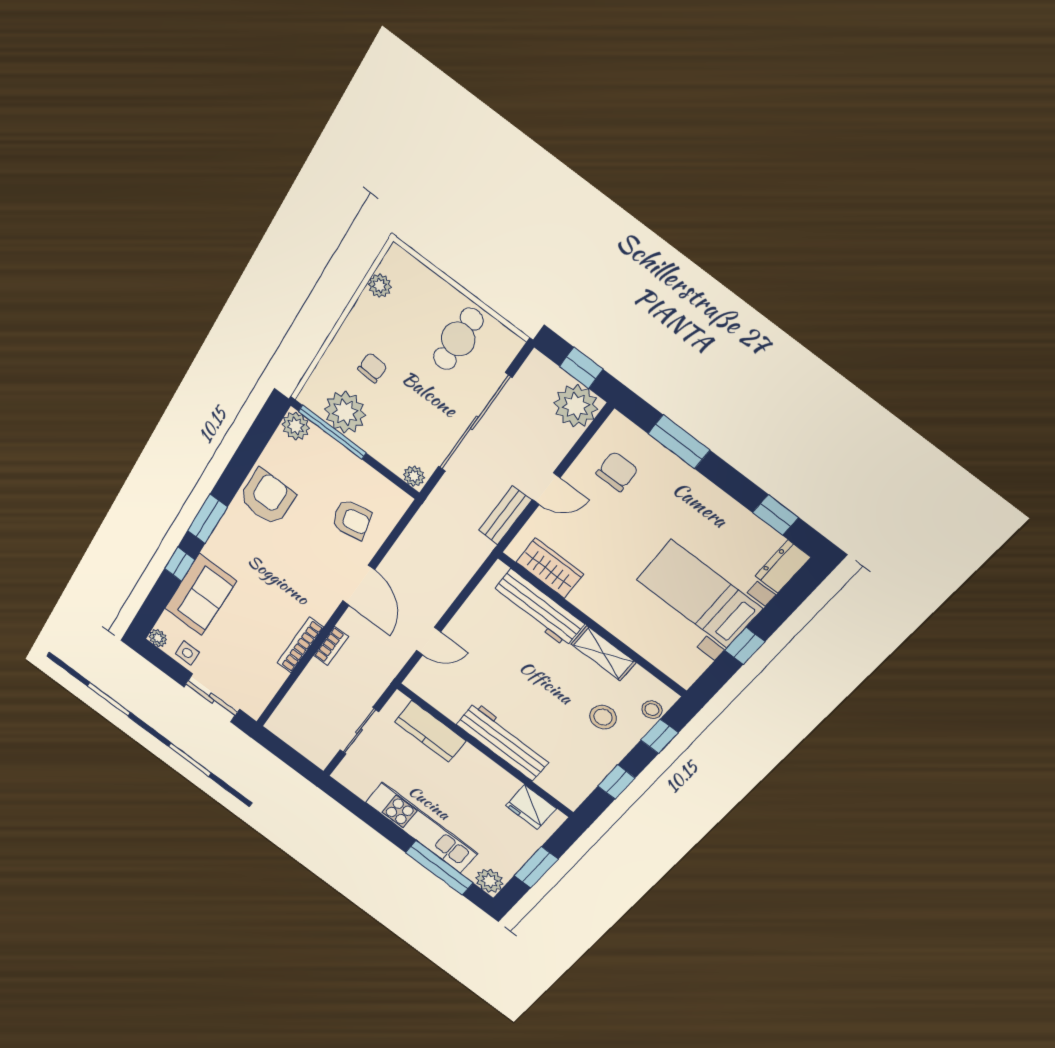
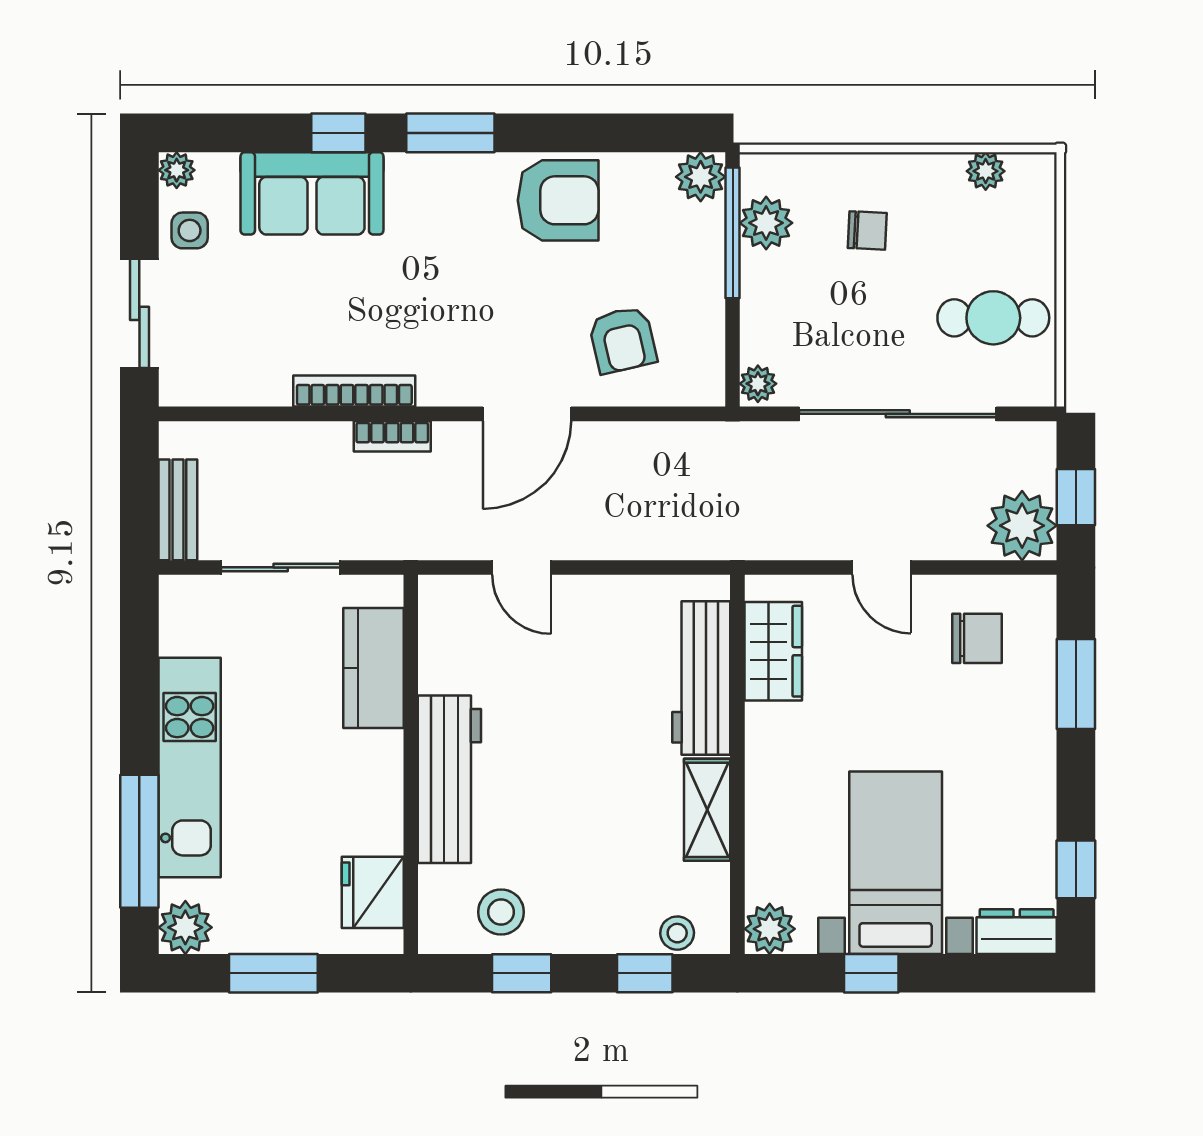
plant: (345, 412) -> (766, 223), width x0.73, depth x0.73
bench: (505, 515) -> (178, 510), moved, turned 90
plant: (684, 671) -> (770, 929), added
stool: (603, 717) -> (501, 912), moved

